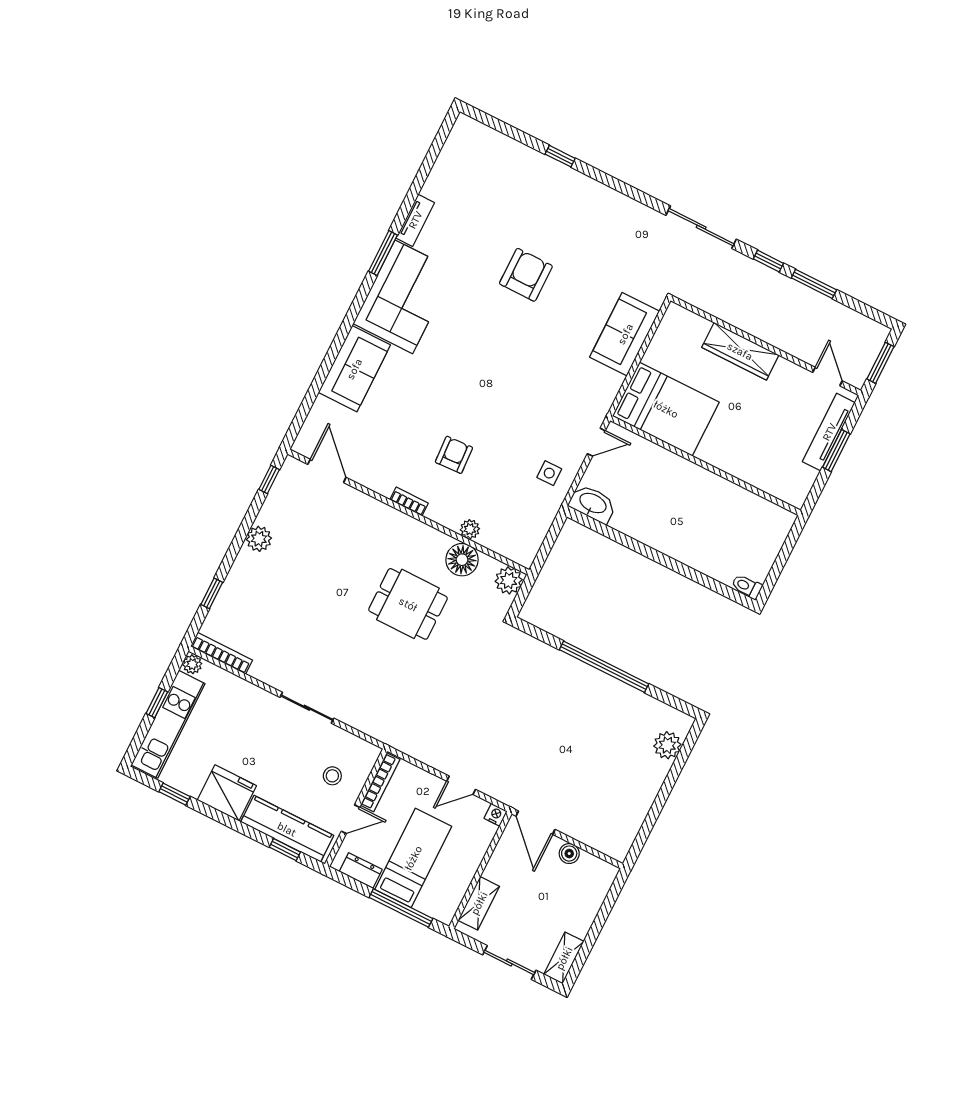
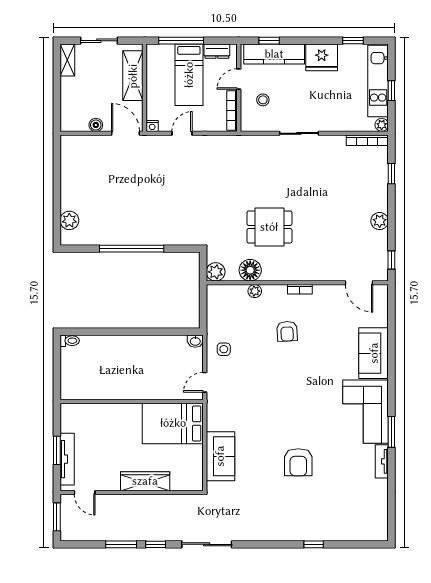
washbasin: (593, 504) -> (195, 341), width x0.52, depth x0.69
shelving: (479, 903) -> (133, 76), width x1.50, depth x1.33

